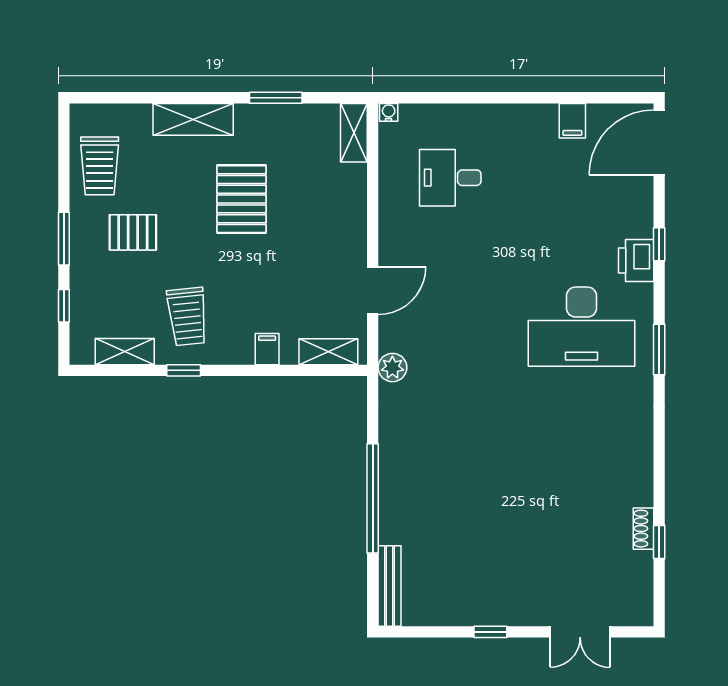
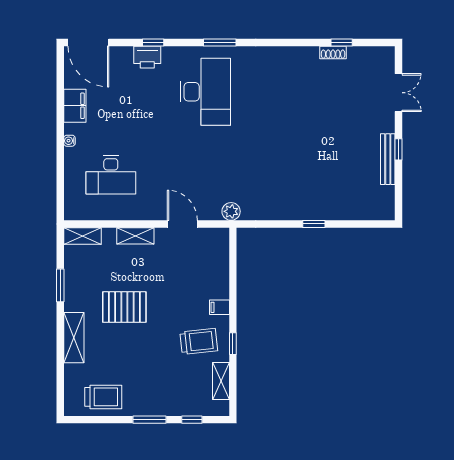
water cooler: (389, 112) -> (69, 141), moved
filing cabinet: (572, 121) -> (75, 106), width x2.00
desk: (450, 178) -> (111, 175), width x1.37
pallet: (133, 232) -> (145, 376), removed
printer: (636, 261) -> (147, 57), moved
filing cabinet: (267, 349) -> (219, 307), moved
shelving: (328, 352) -> (135, 236), moved, turned 90
window: (373, 498) -> (314, 224), width x0.32
bench: (390, 586) -> (388, 159), moved, turned 90

